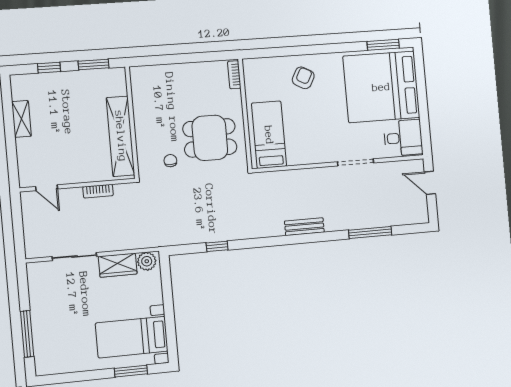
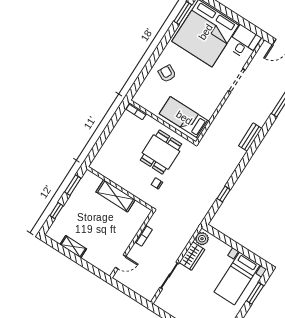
shelving: (121, 136) -> (116, 196), width x0.68

